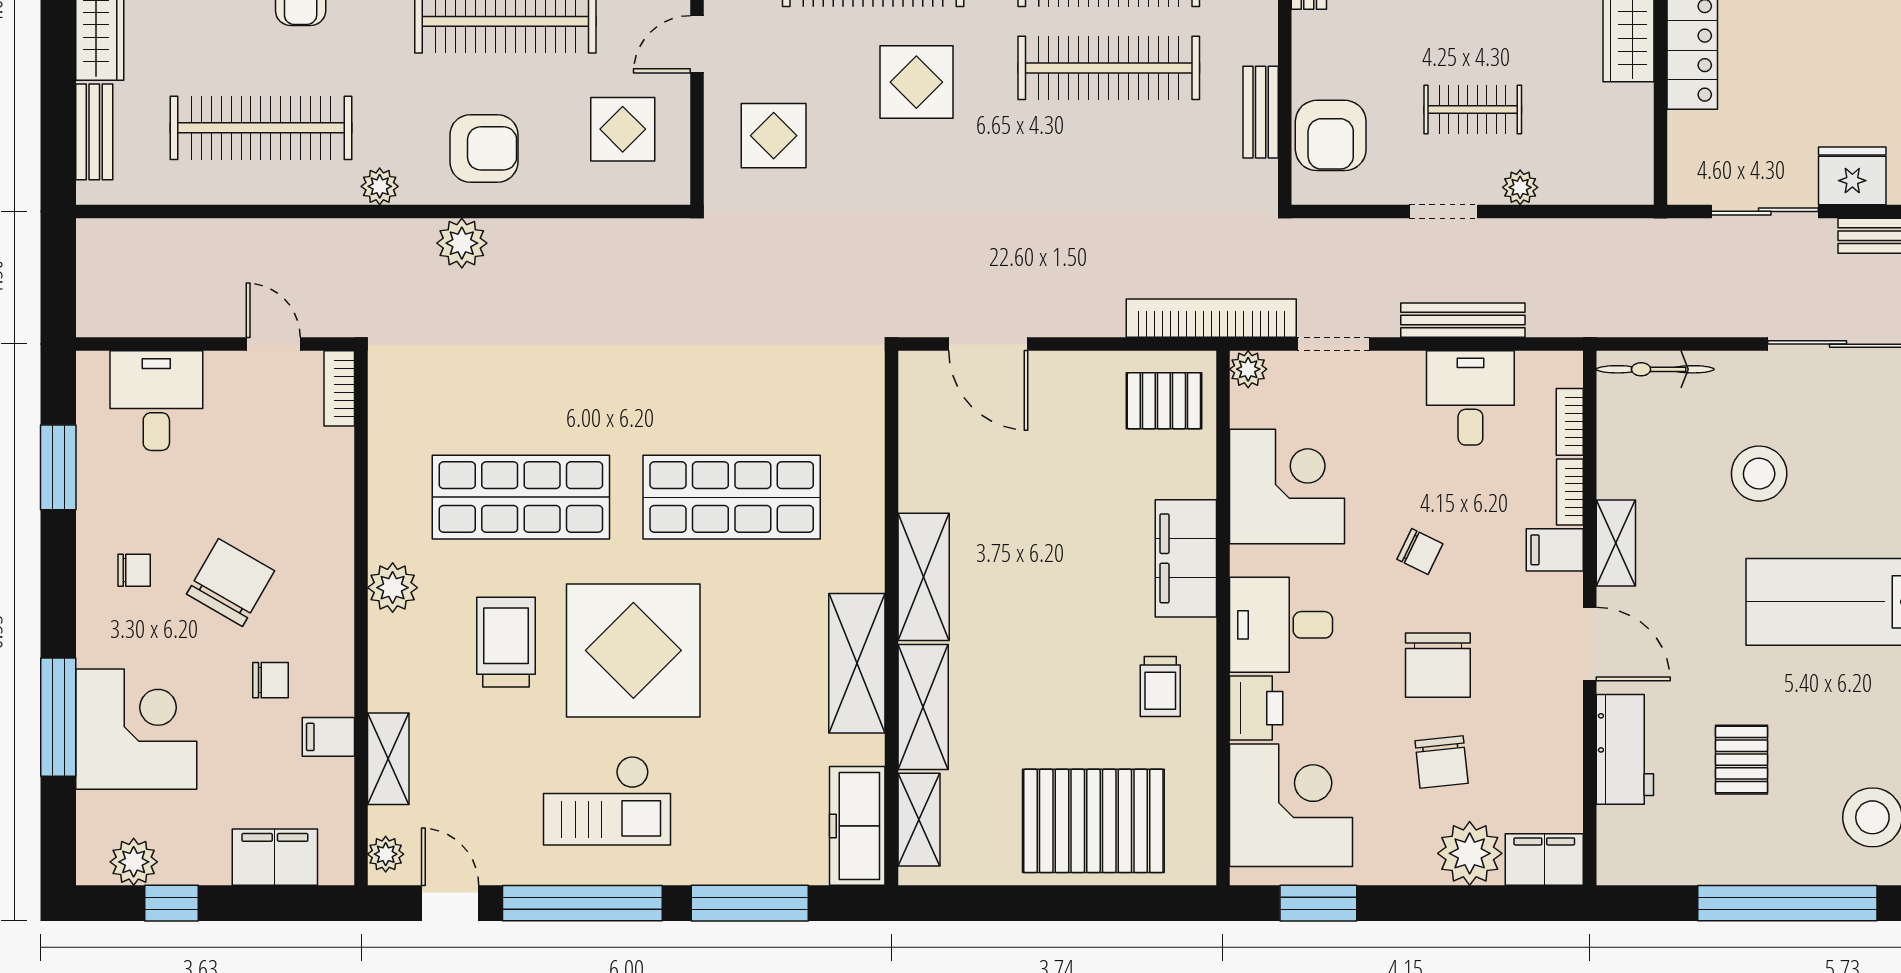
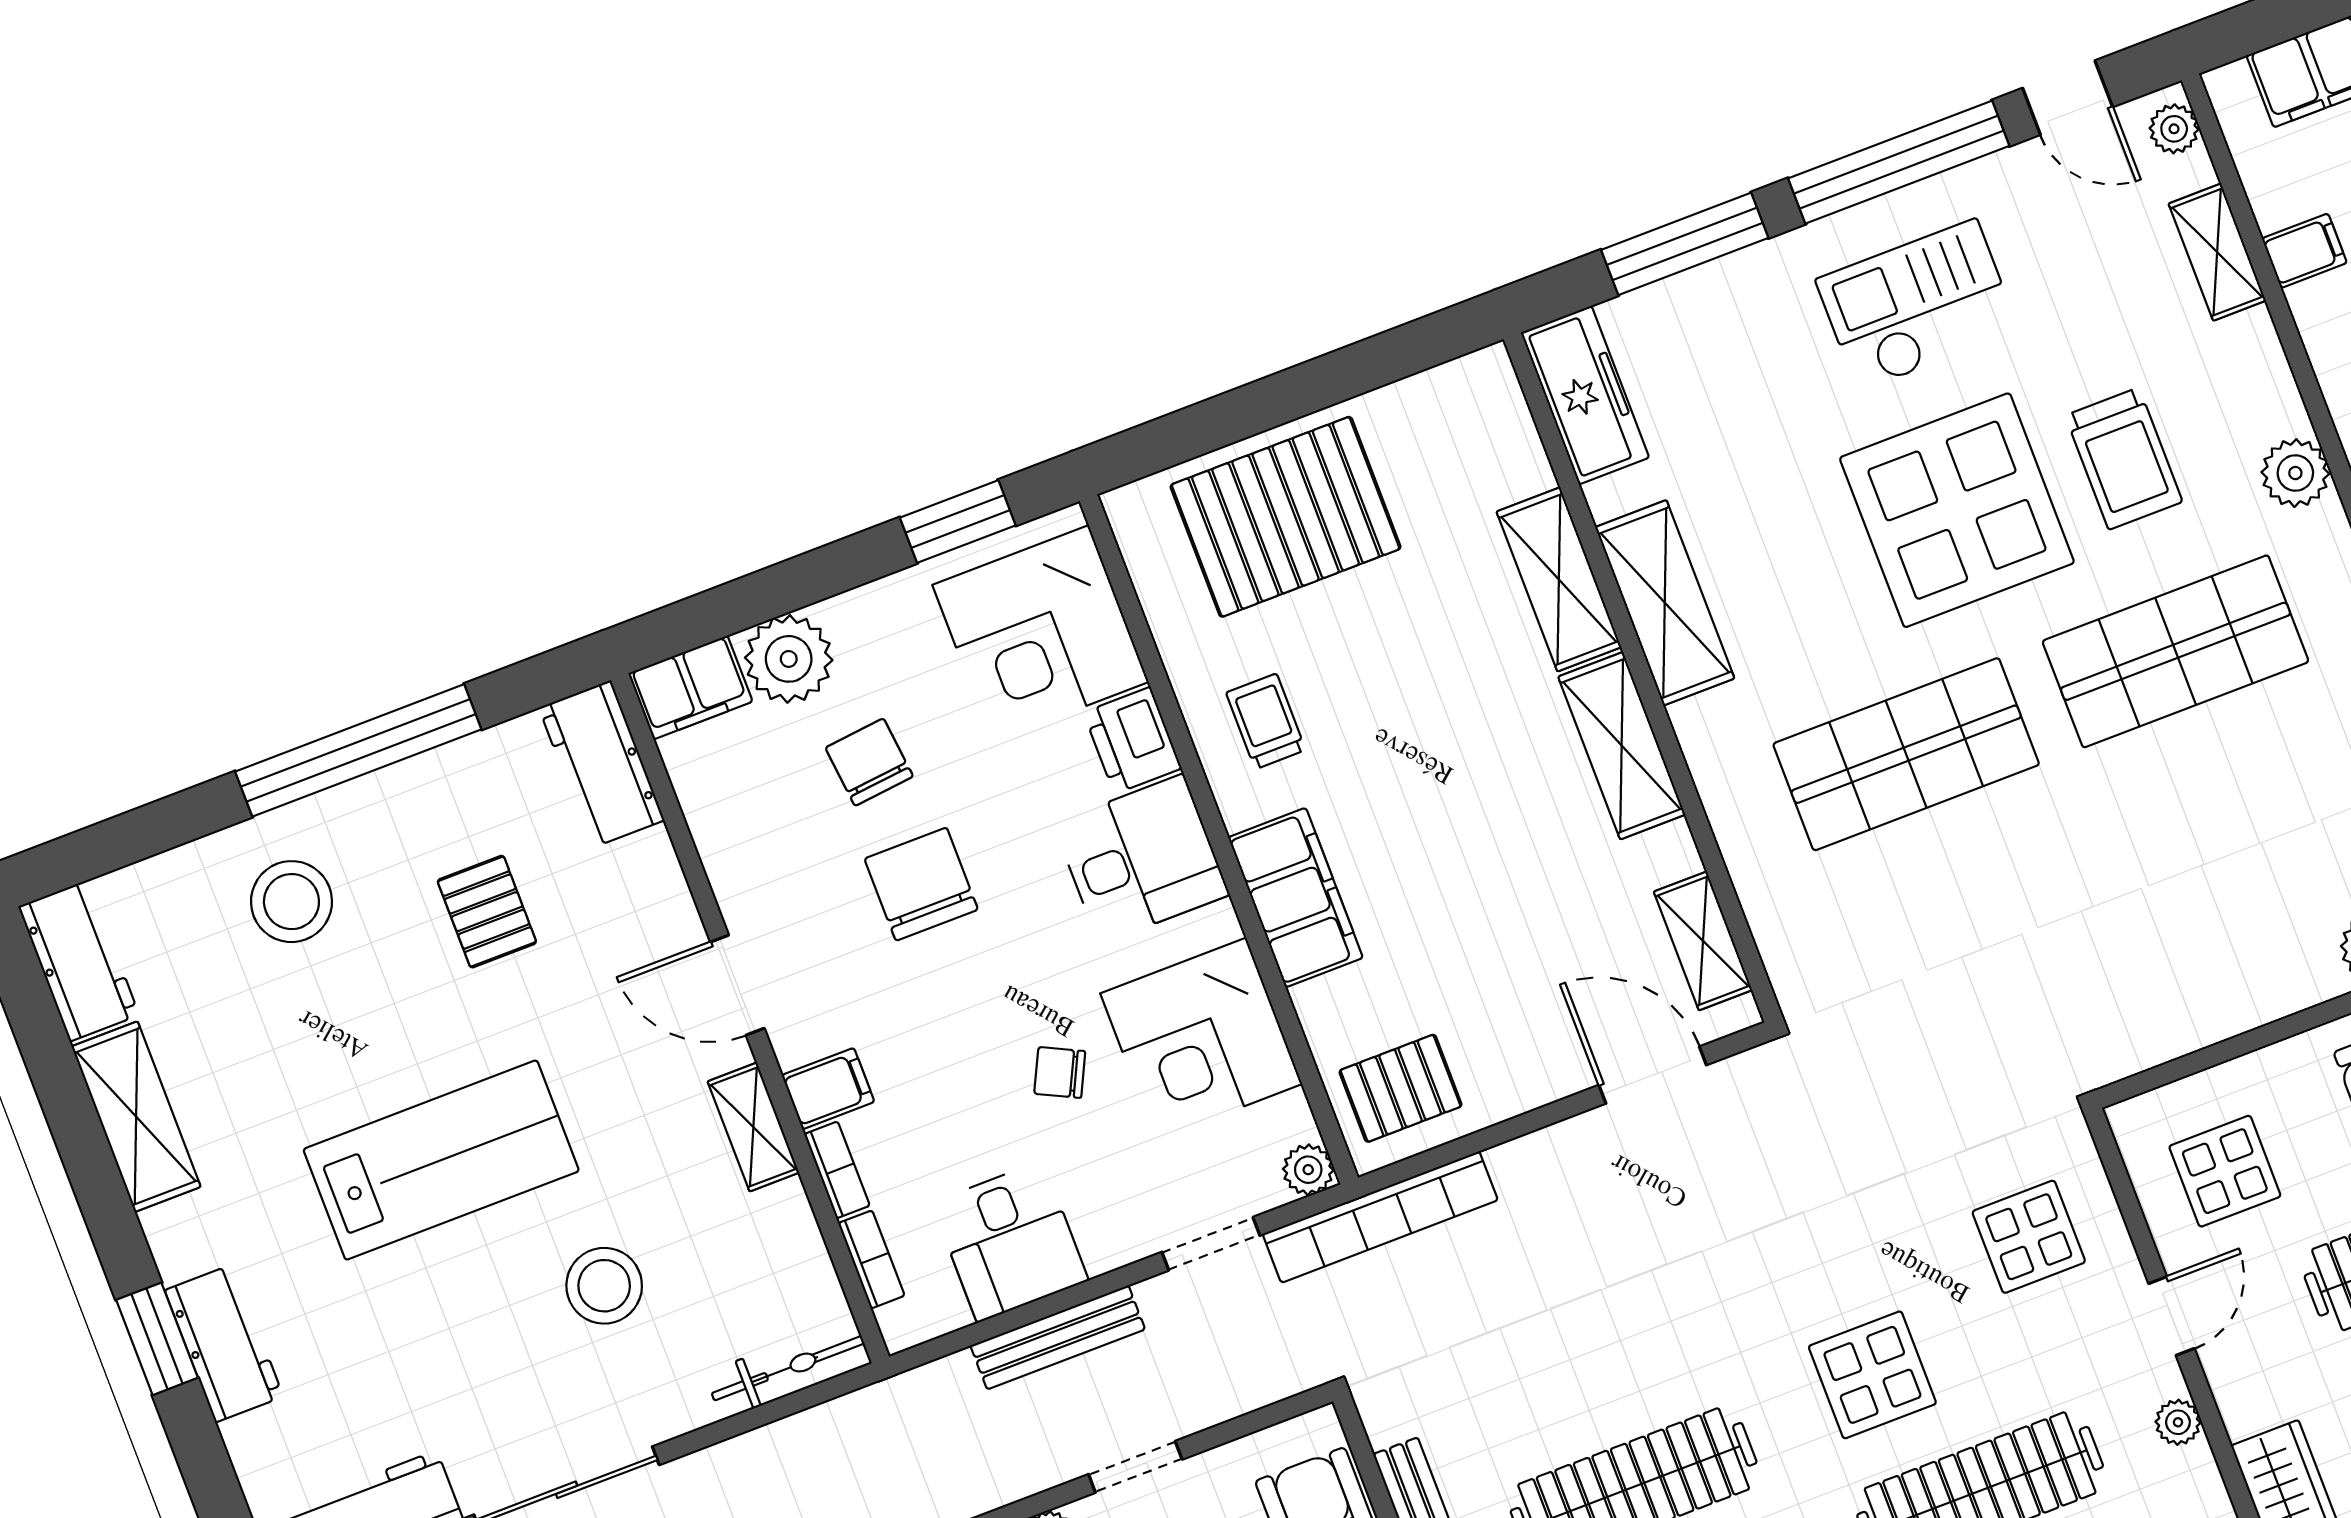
chair: (1420, 551) -> (1060, 1072), moved
workbench: (1625, 749) -> (602, 764), moved
shelving: (919, 820) -> (1703, 941), moved

